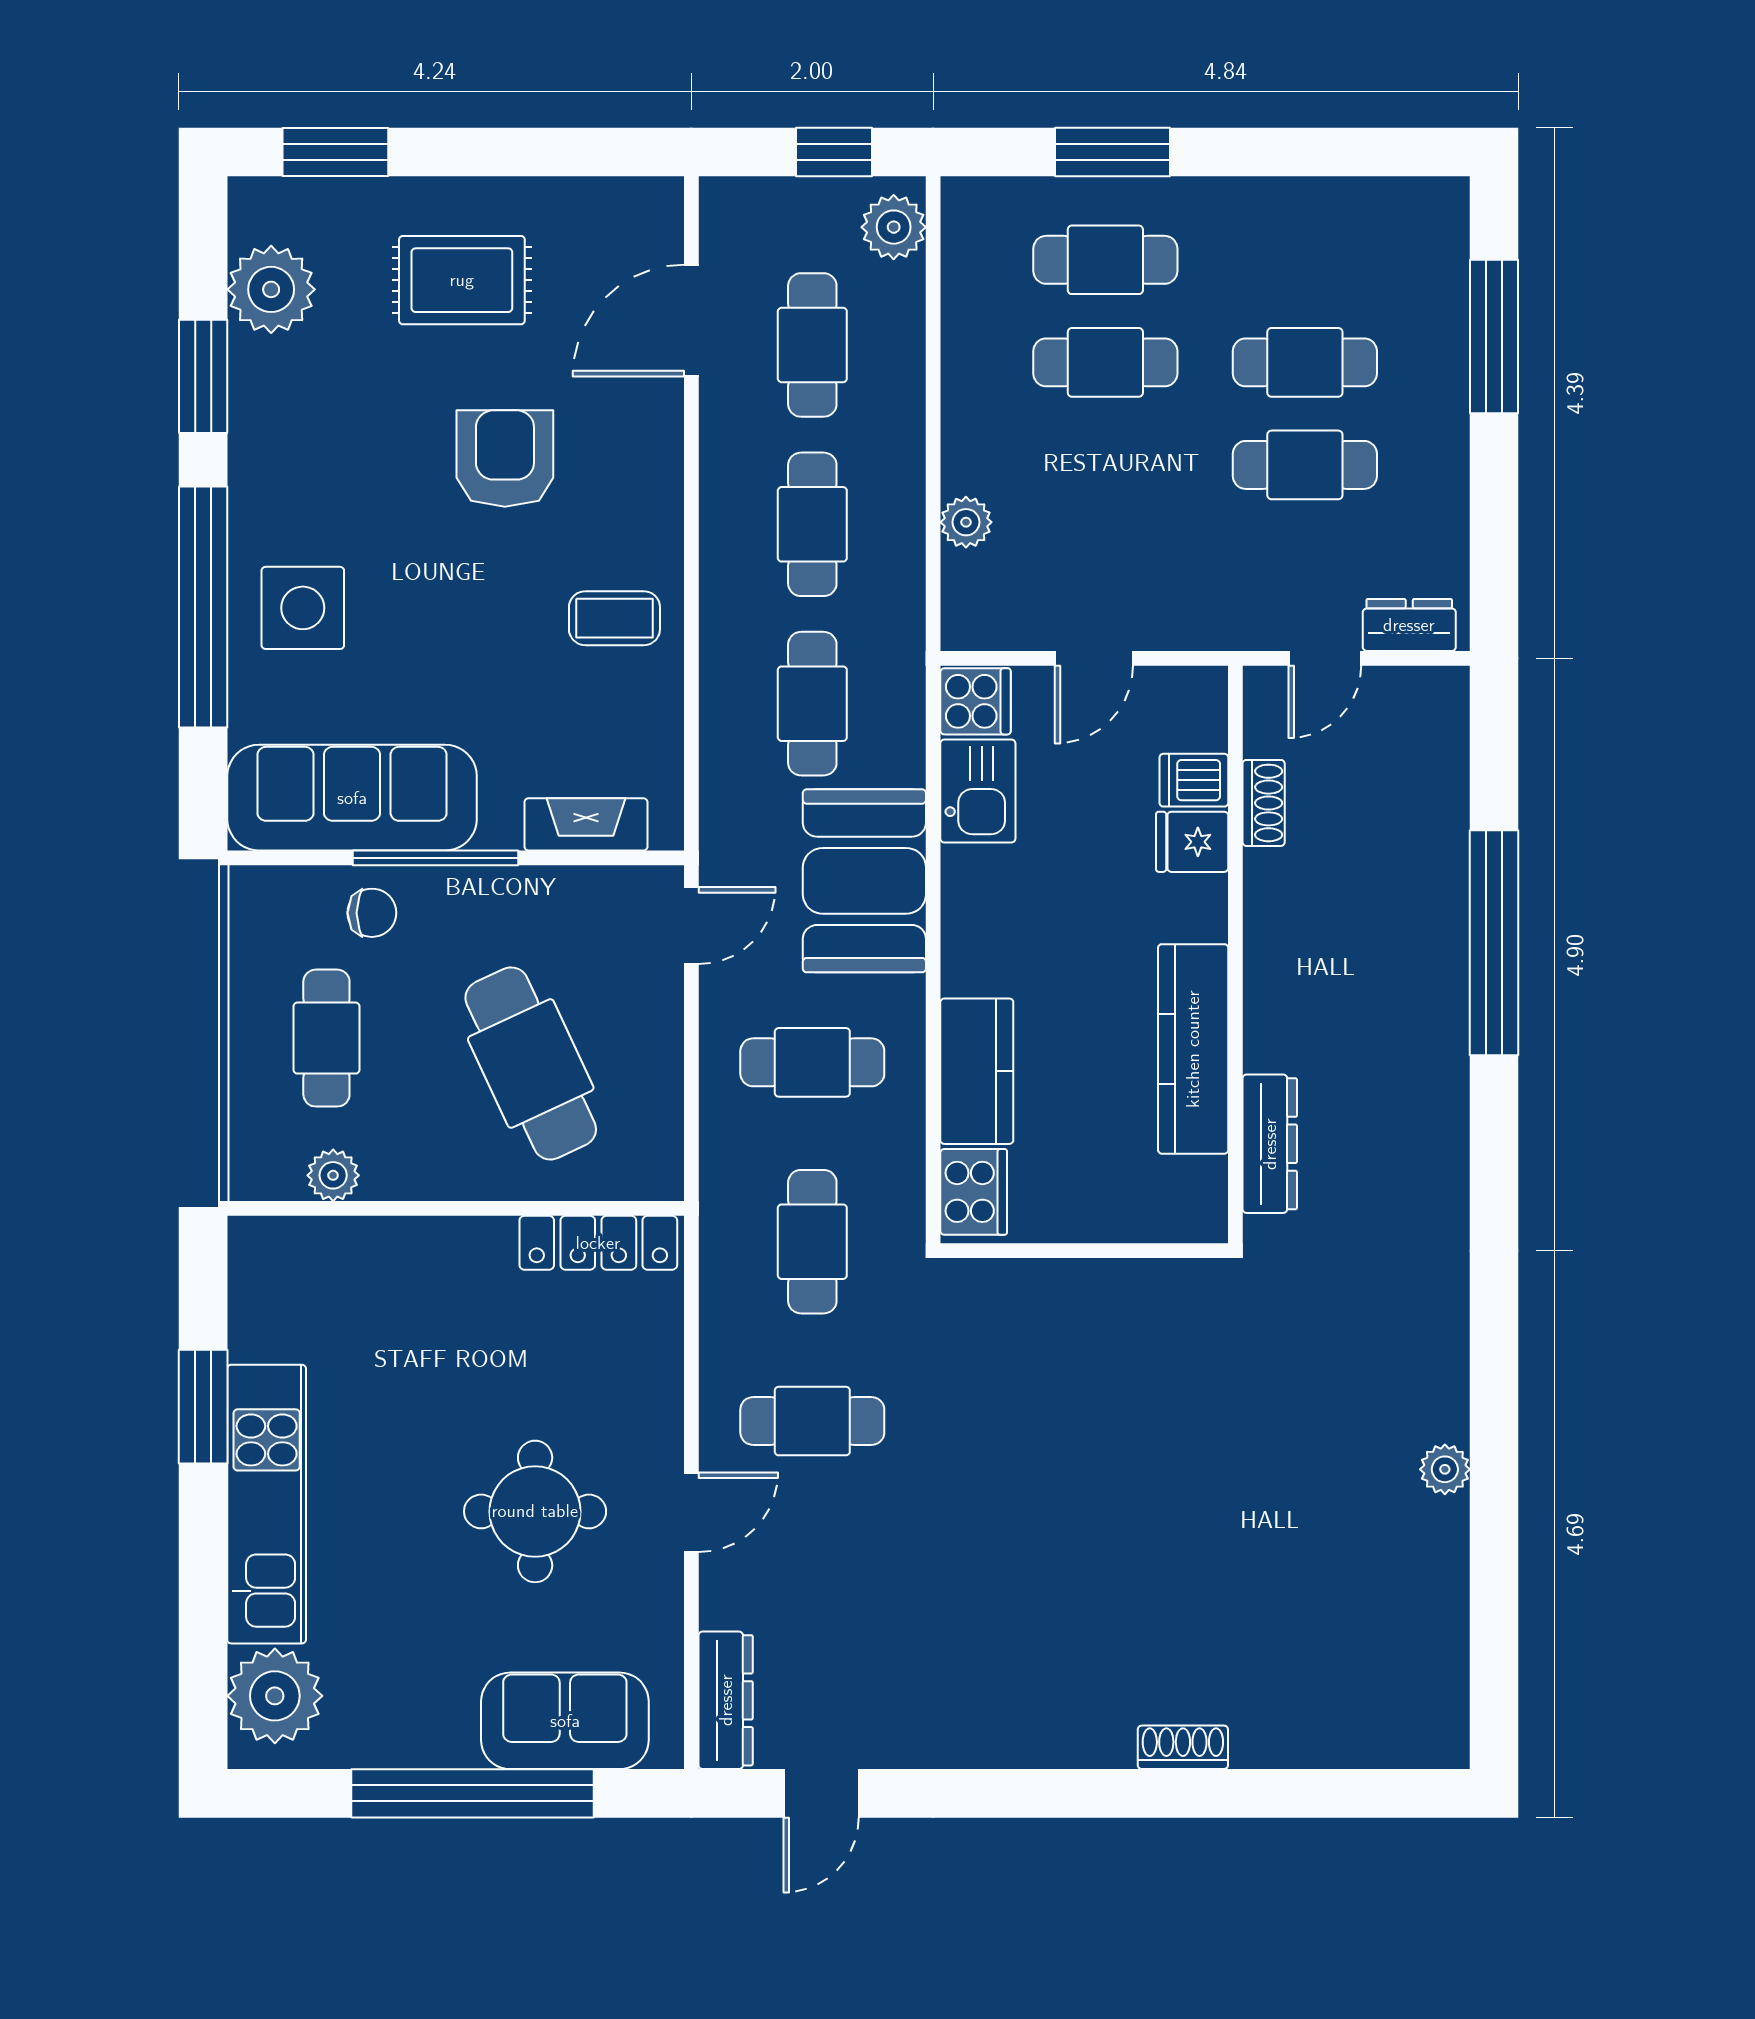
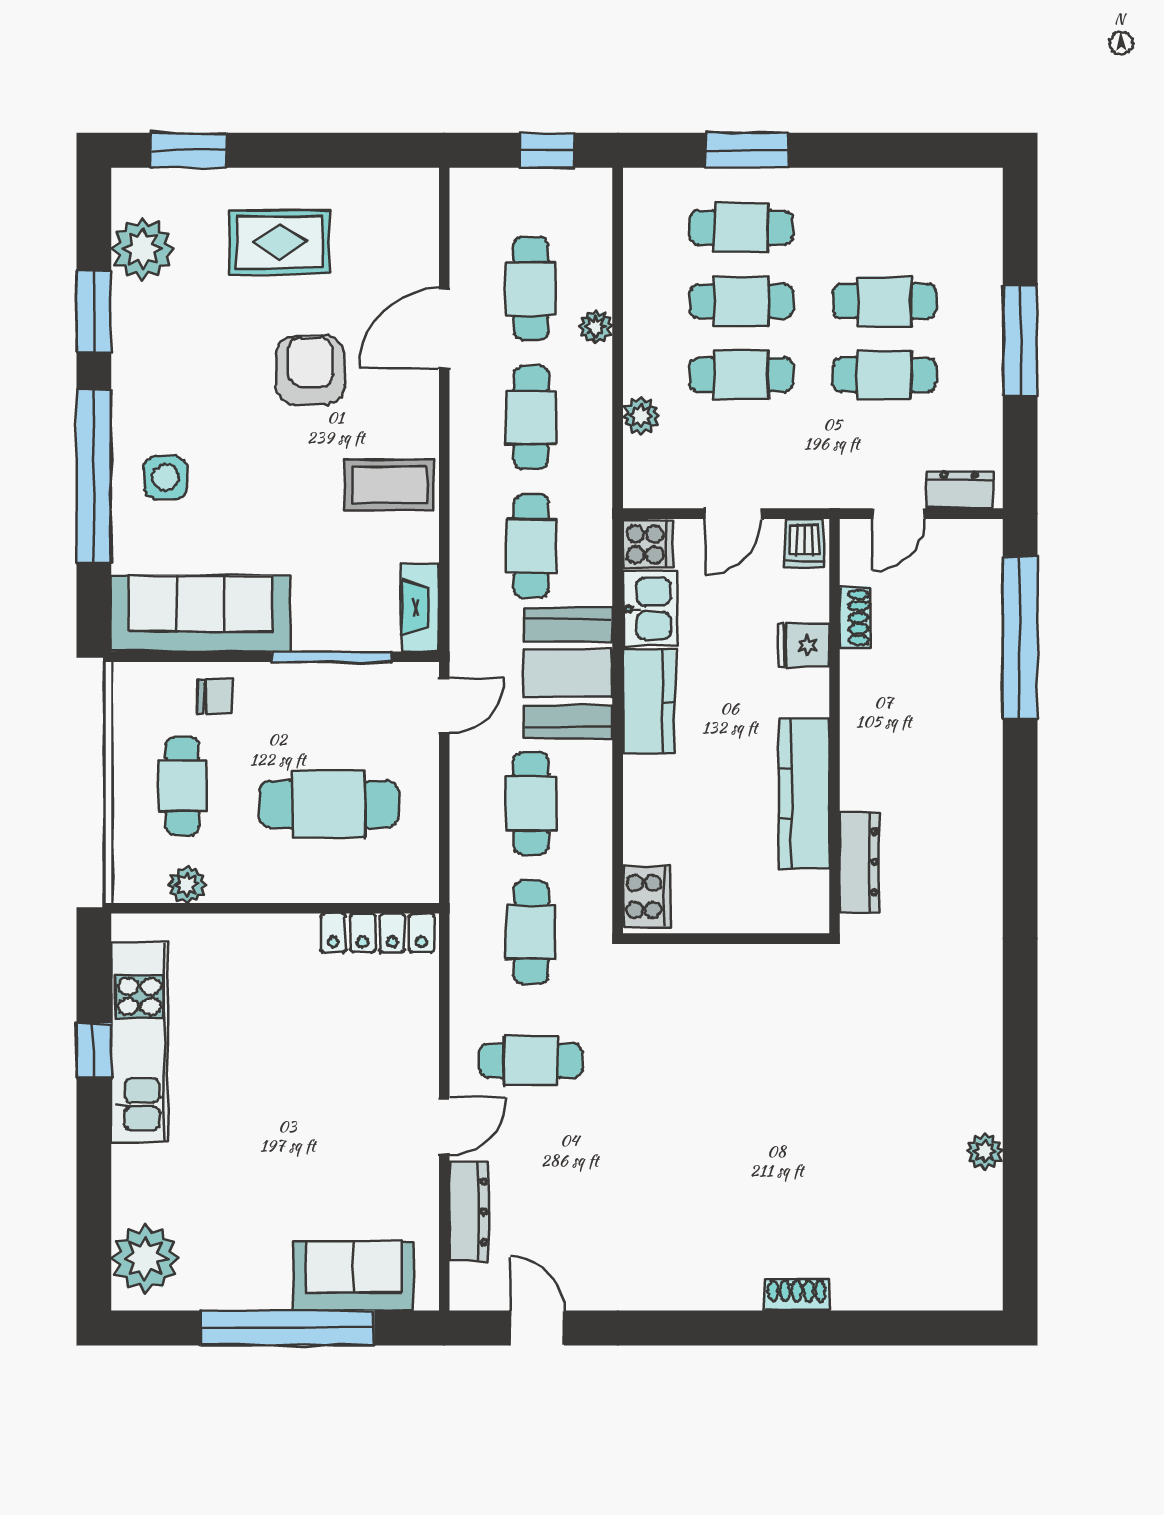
plant: (894, 227) -> (596, 327), moved, width x0.73, depth x0.73
door: (691, 321) -> (444, 328), moved
window: (1494, 337) -> (1020, 340), moved
cafe table: (1105, 465) -> (741, 375), added
side table: (303, 608) -> (165, 477), width x0.73, depth x0.73
coffee table: (614, 618) -> (389, 485), width x1.36, depth x1.30
dishwasher: (1194, 780) -> (804, 543), moved, turned -90
fireplace: (586, 824) -> (420, 607), moved, turned -90
window: (435, 858) -> (331, 657), moved
window: (1494, 943) -> (1020, 638), moved
cafe table: (812, 1062) -> (531, 803), turned 90
cafe table: (531, 1063) -> (329, 804), turned -65
kitchen counter: (977, 1071) -> (649, 701), moved
window: (203, 1407) -> (94, 1050), width x0.67
plant: (1445, 1469) -> (985, 1151), moved
kitchen unit: (267, 1504) -> (139, 1043), moved
round table: (535, 1511) -> (332, 1126), removed
dresser: (726, 1700) -> (469, 1212), moved
door: (821, 1793) -> (537, 1328), swing flipped

